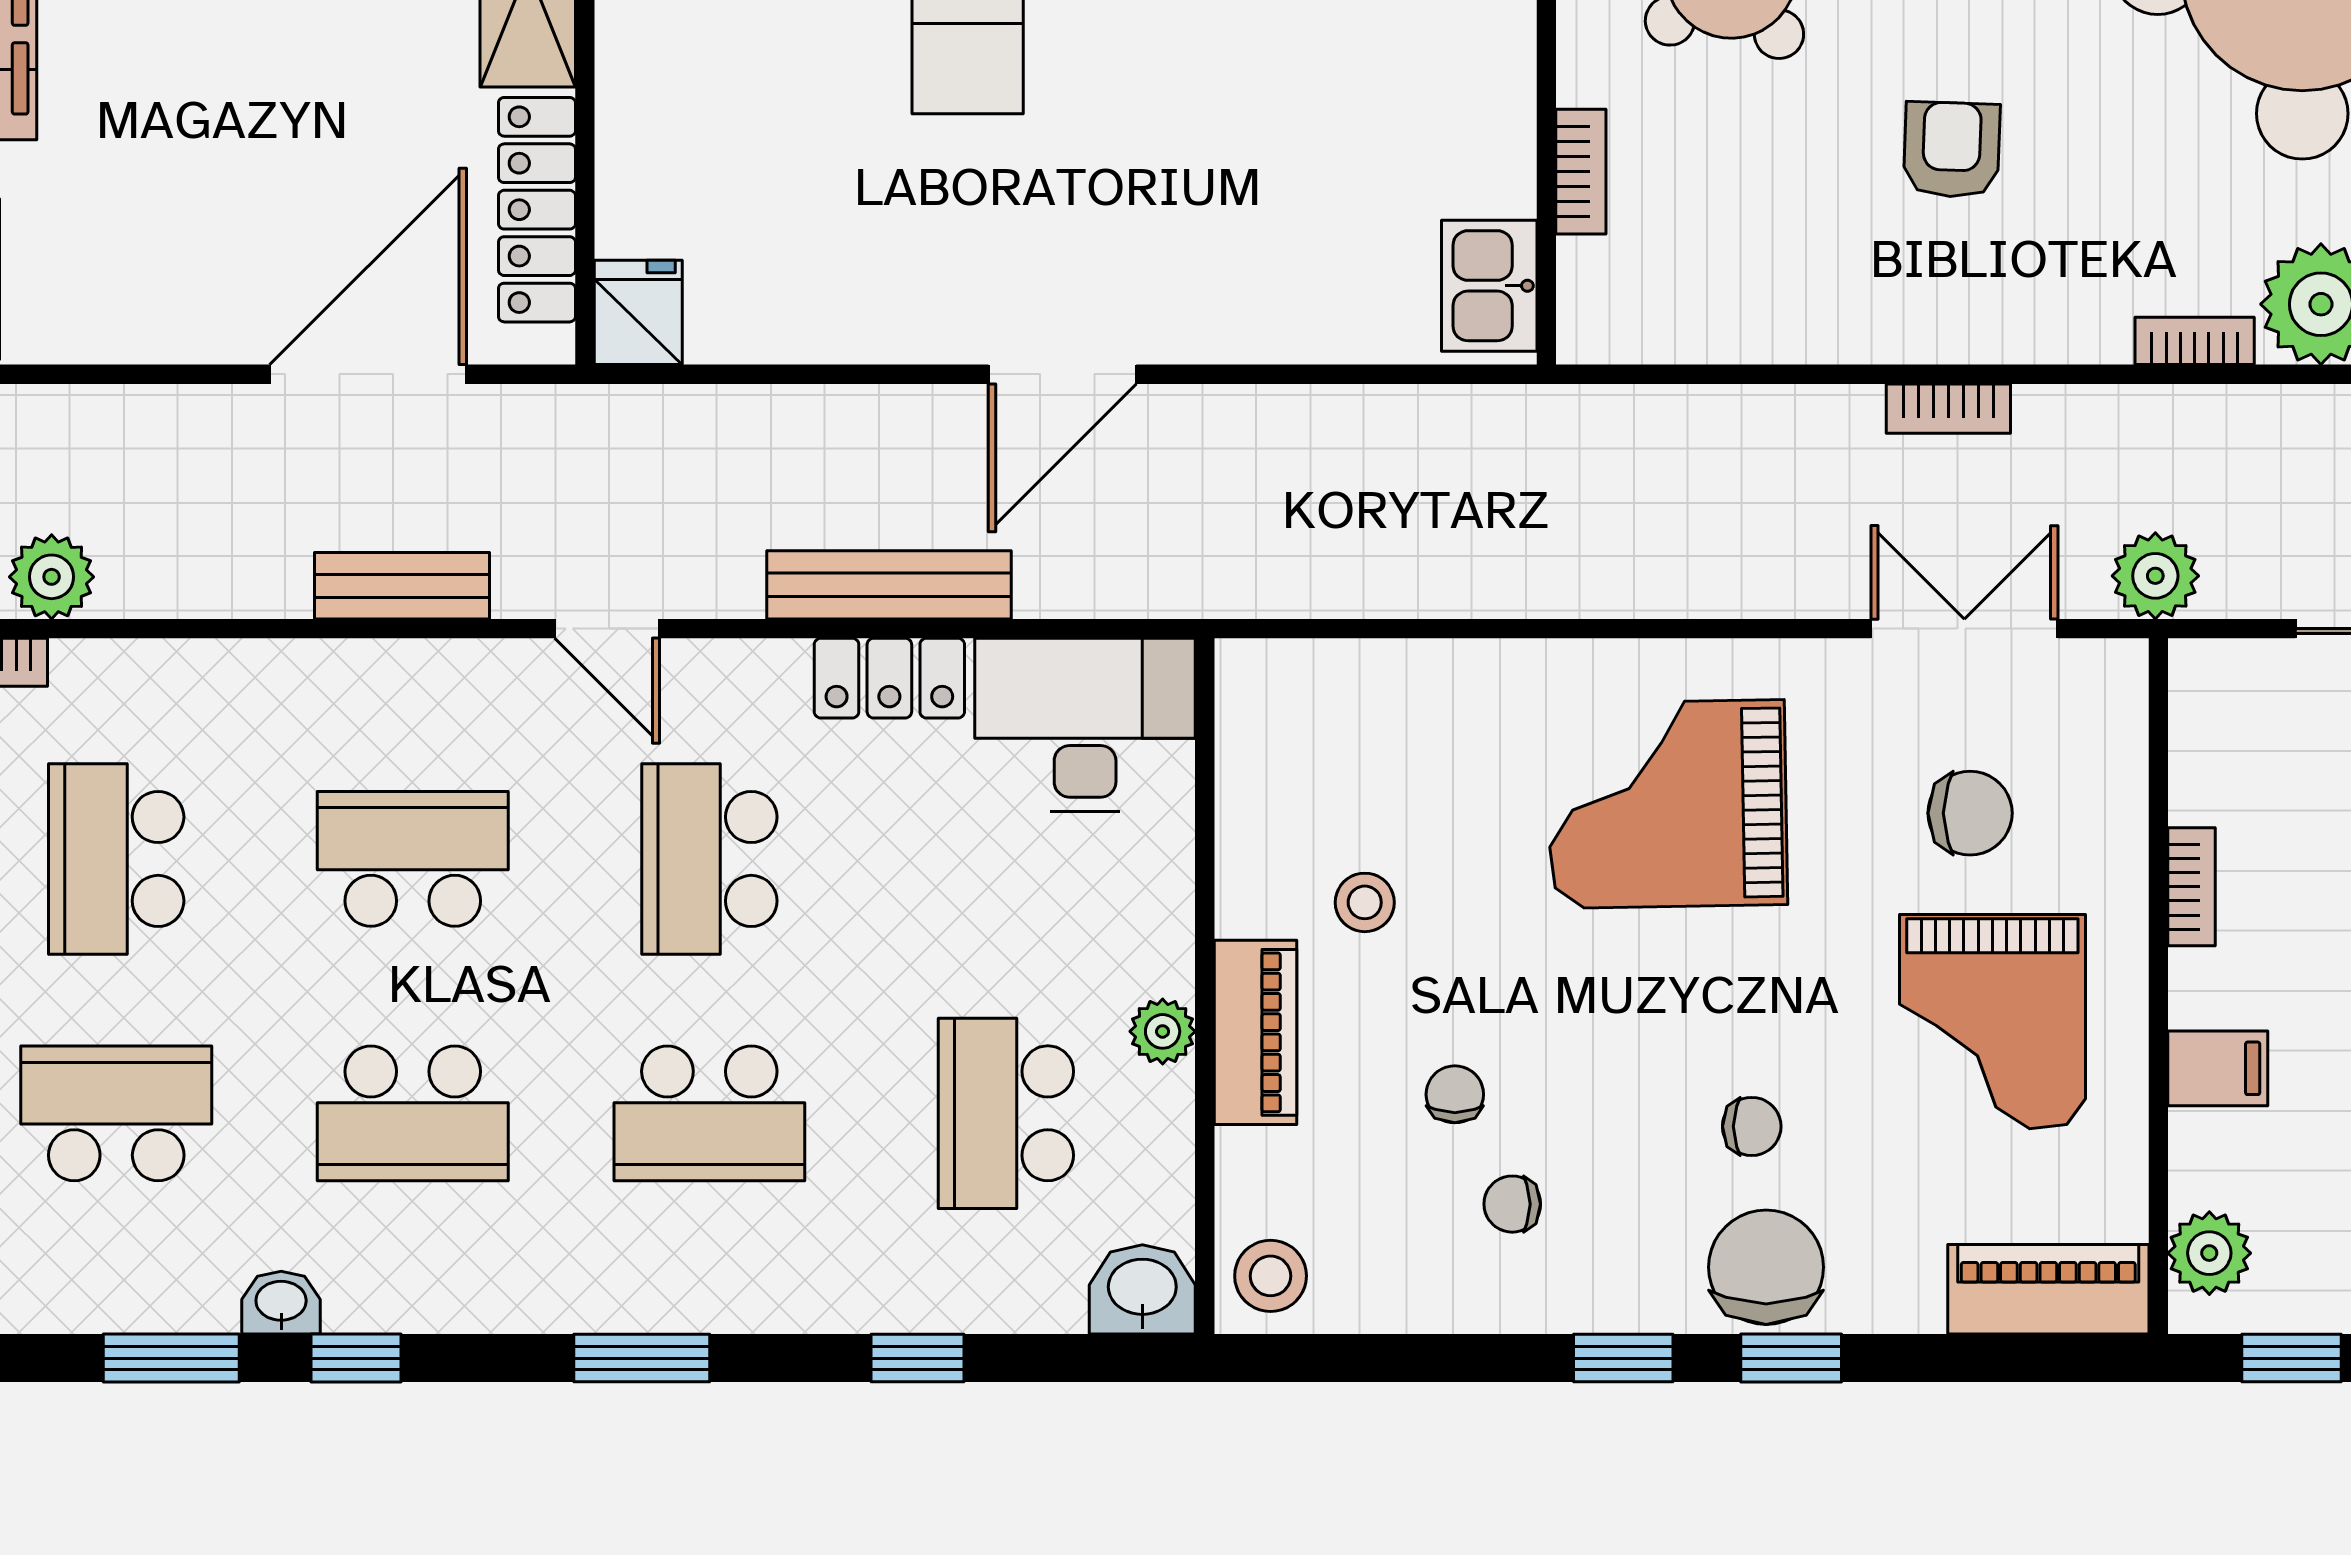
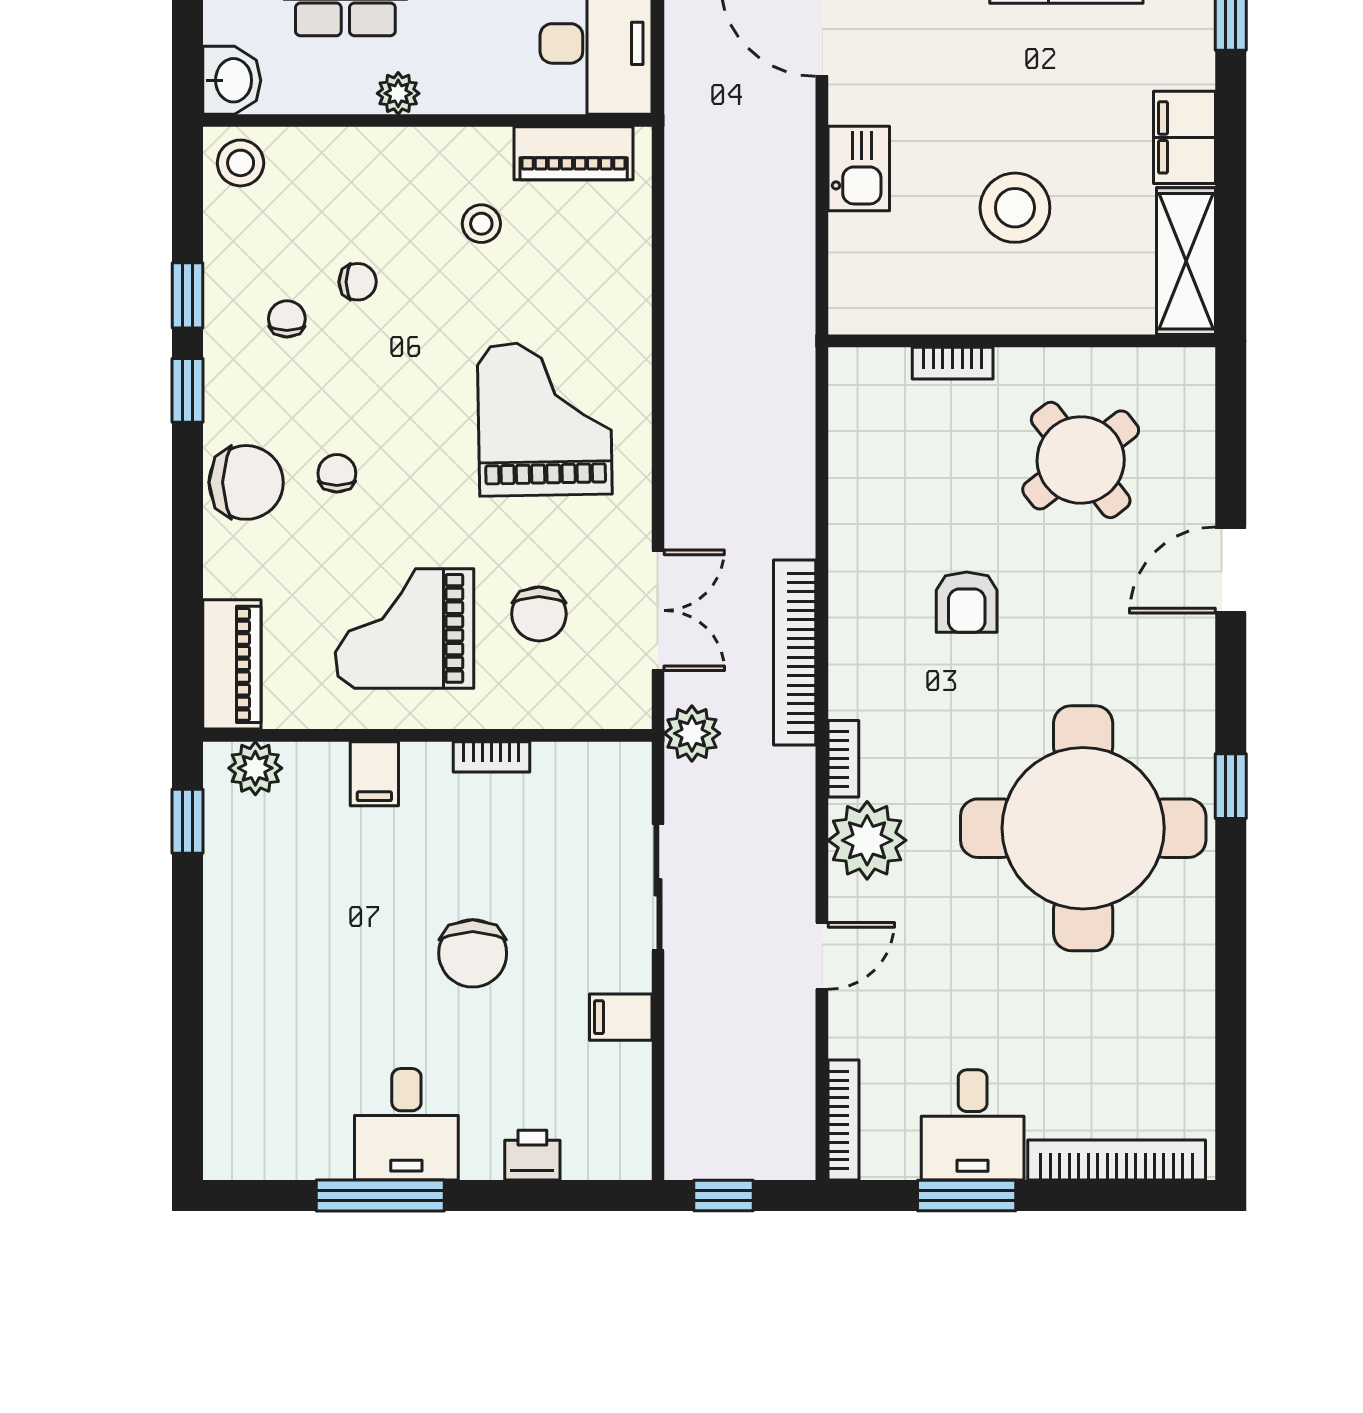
stool: (1340, 75) -> (1015, 208), added
armchair: (1952, 150) -> (967, 602), turned 88
kitchen sink: (1489, 286) -> (859, 168), moved, turned 90
bookcase: (1948, 409) -> (795, 653), width x2.31, depth x1.31
piano: (1256, 1032) -> (574, 153), moved
chair: (1752, 1126) -> (337, 473), turned 180
window: (1791, 1358) -> (188, 295), moved

